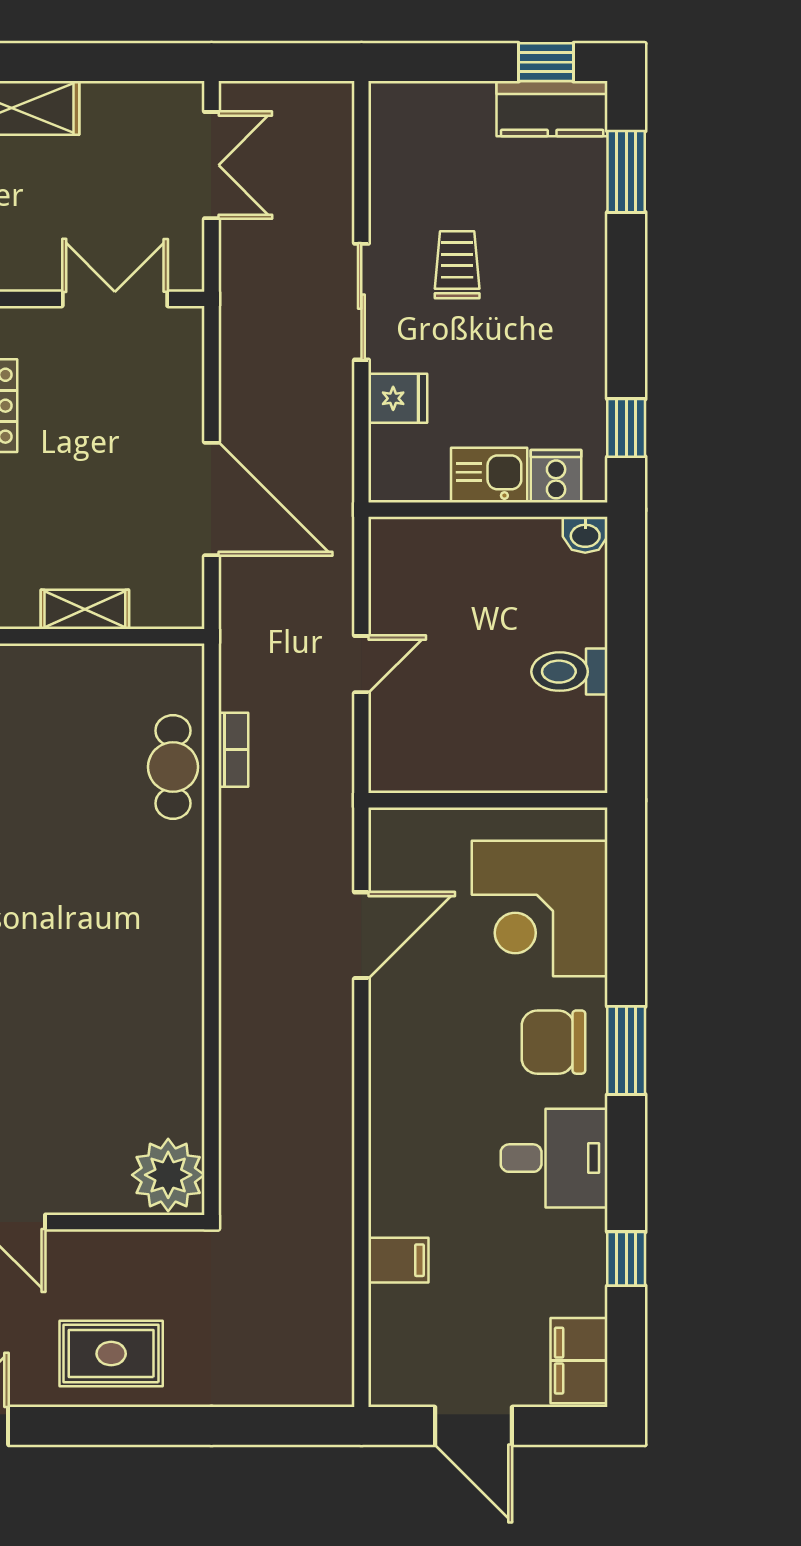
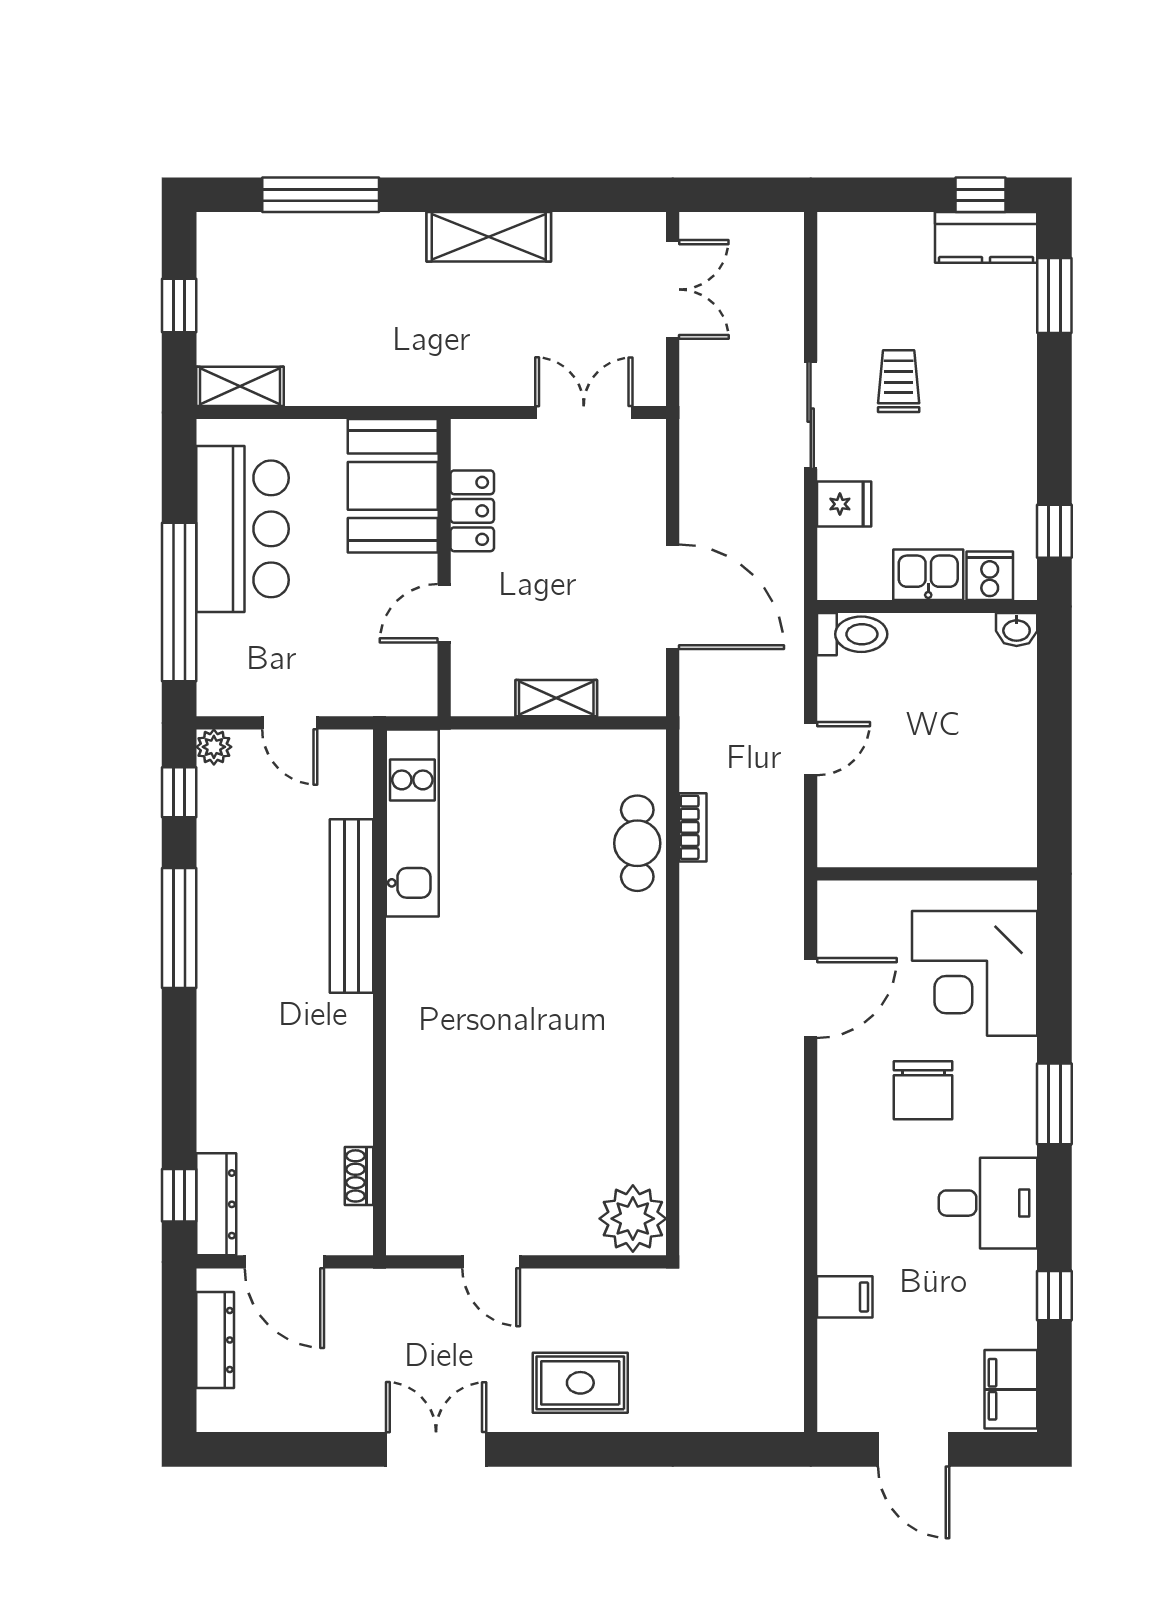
toilet: (569, 672) -> (852, 634), moved, turned 180
chair: (554, 1042) -> (923, 1090), moved, turned -90

